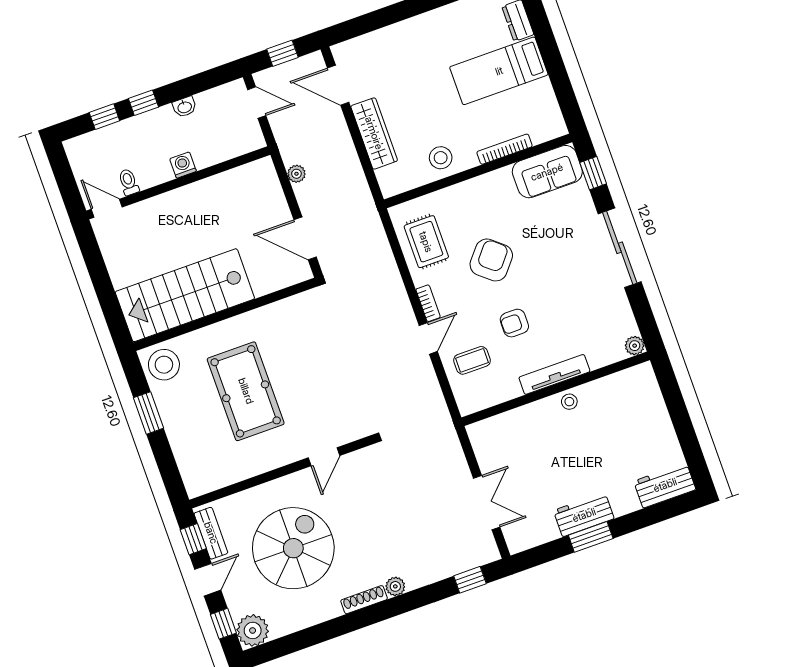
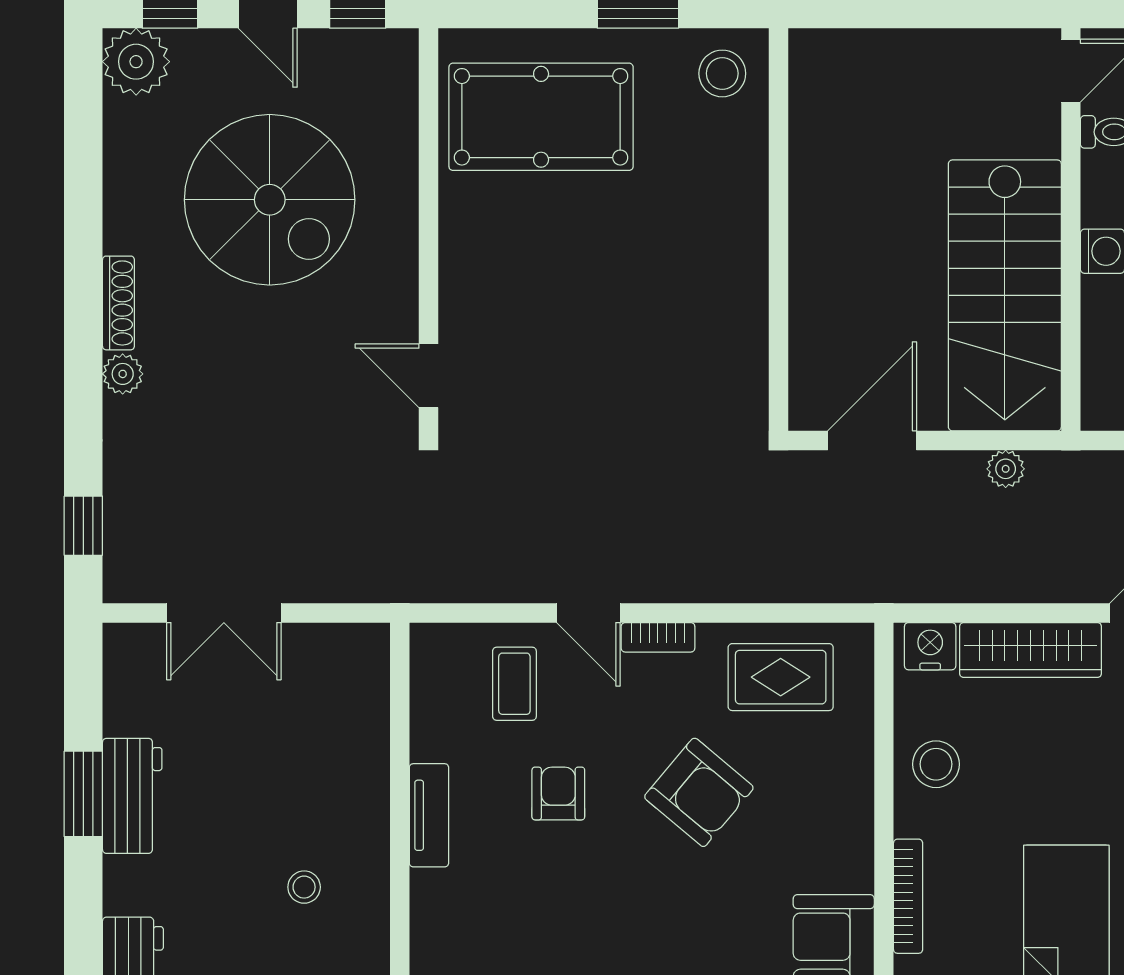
nightstand: (388, 179) -> (930, 646), added
stairs: (185, 295) -> (1005, 295), moved, turned 180
stool: (164, 365) -> (722, 73), width x0.73, depth x0.73
tv unit: (554, 374) -> (429, 815), width x0.71
pool table: (246, 391) -> (541, 117), moved
stool: (569, 402) -> (304, 887), moved
door: (324, 457) -> (428, 376), moved
bench: (211, 533) -> (357, 48), removed

